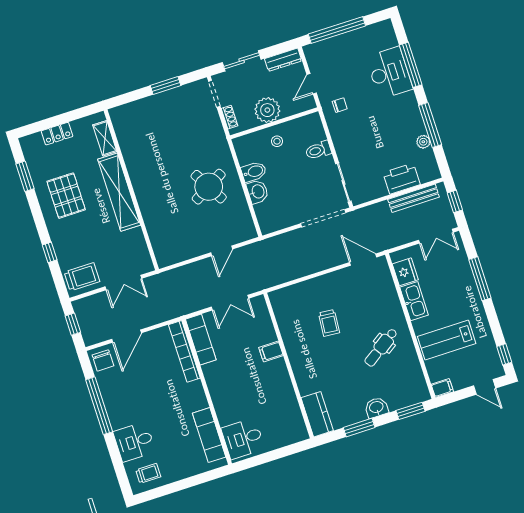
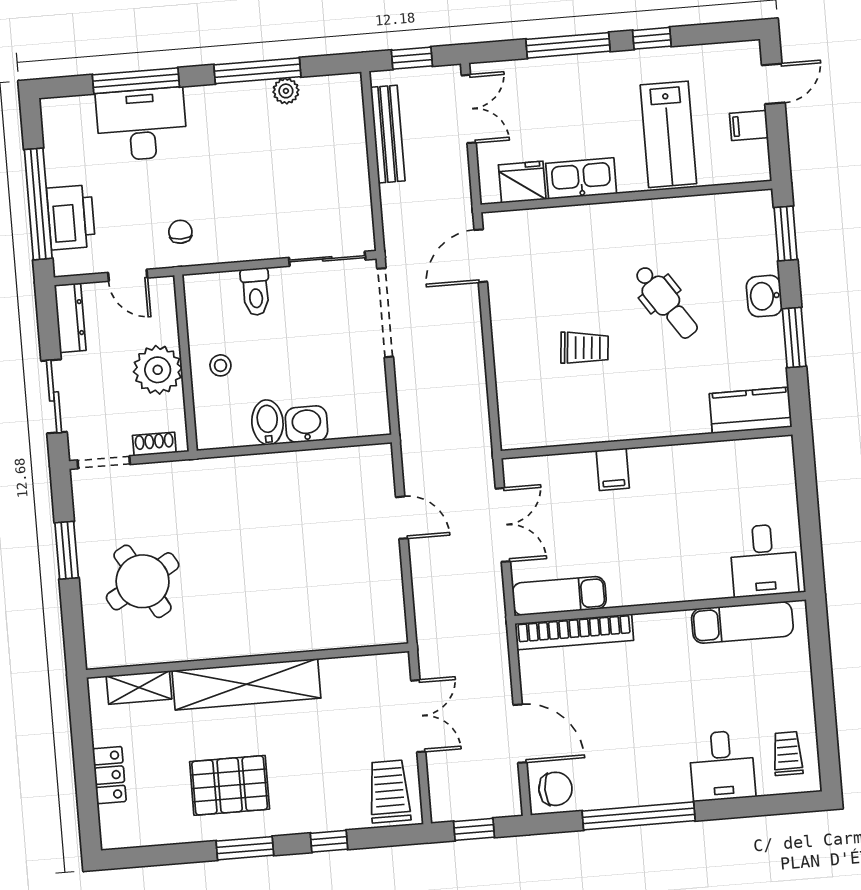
window: (25, 176) -> (245, 848), moved
printer: (402, 179) -> (71, 217), moved, turned 180
round table: (209, 187) -> (143, 581), moved
dental chair: (381, 347) -> (666, 302), moved
window: (504, 354) -> (652, 38), moved
filing cabinet: (442, 388) -> (749, 126), moved, turned -90

